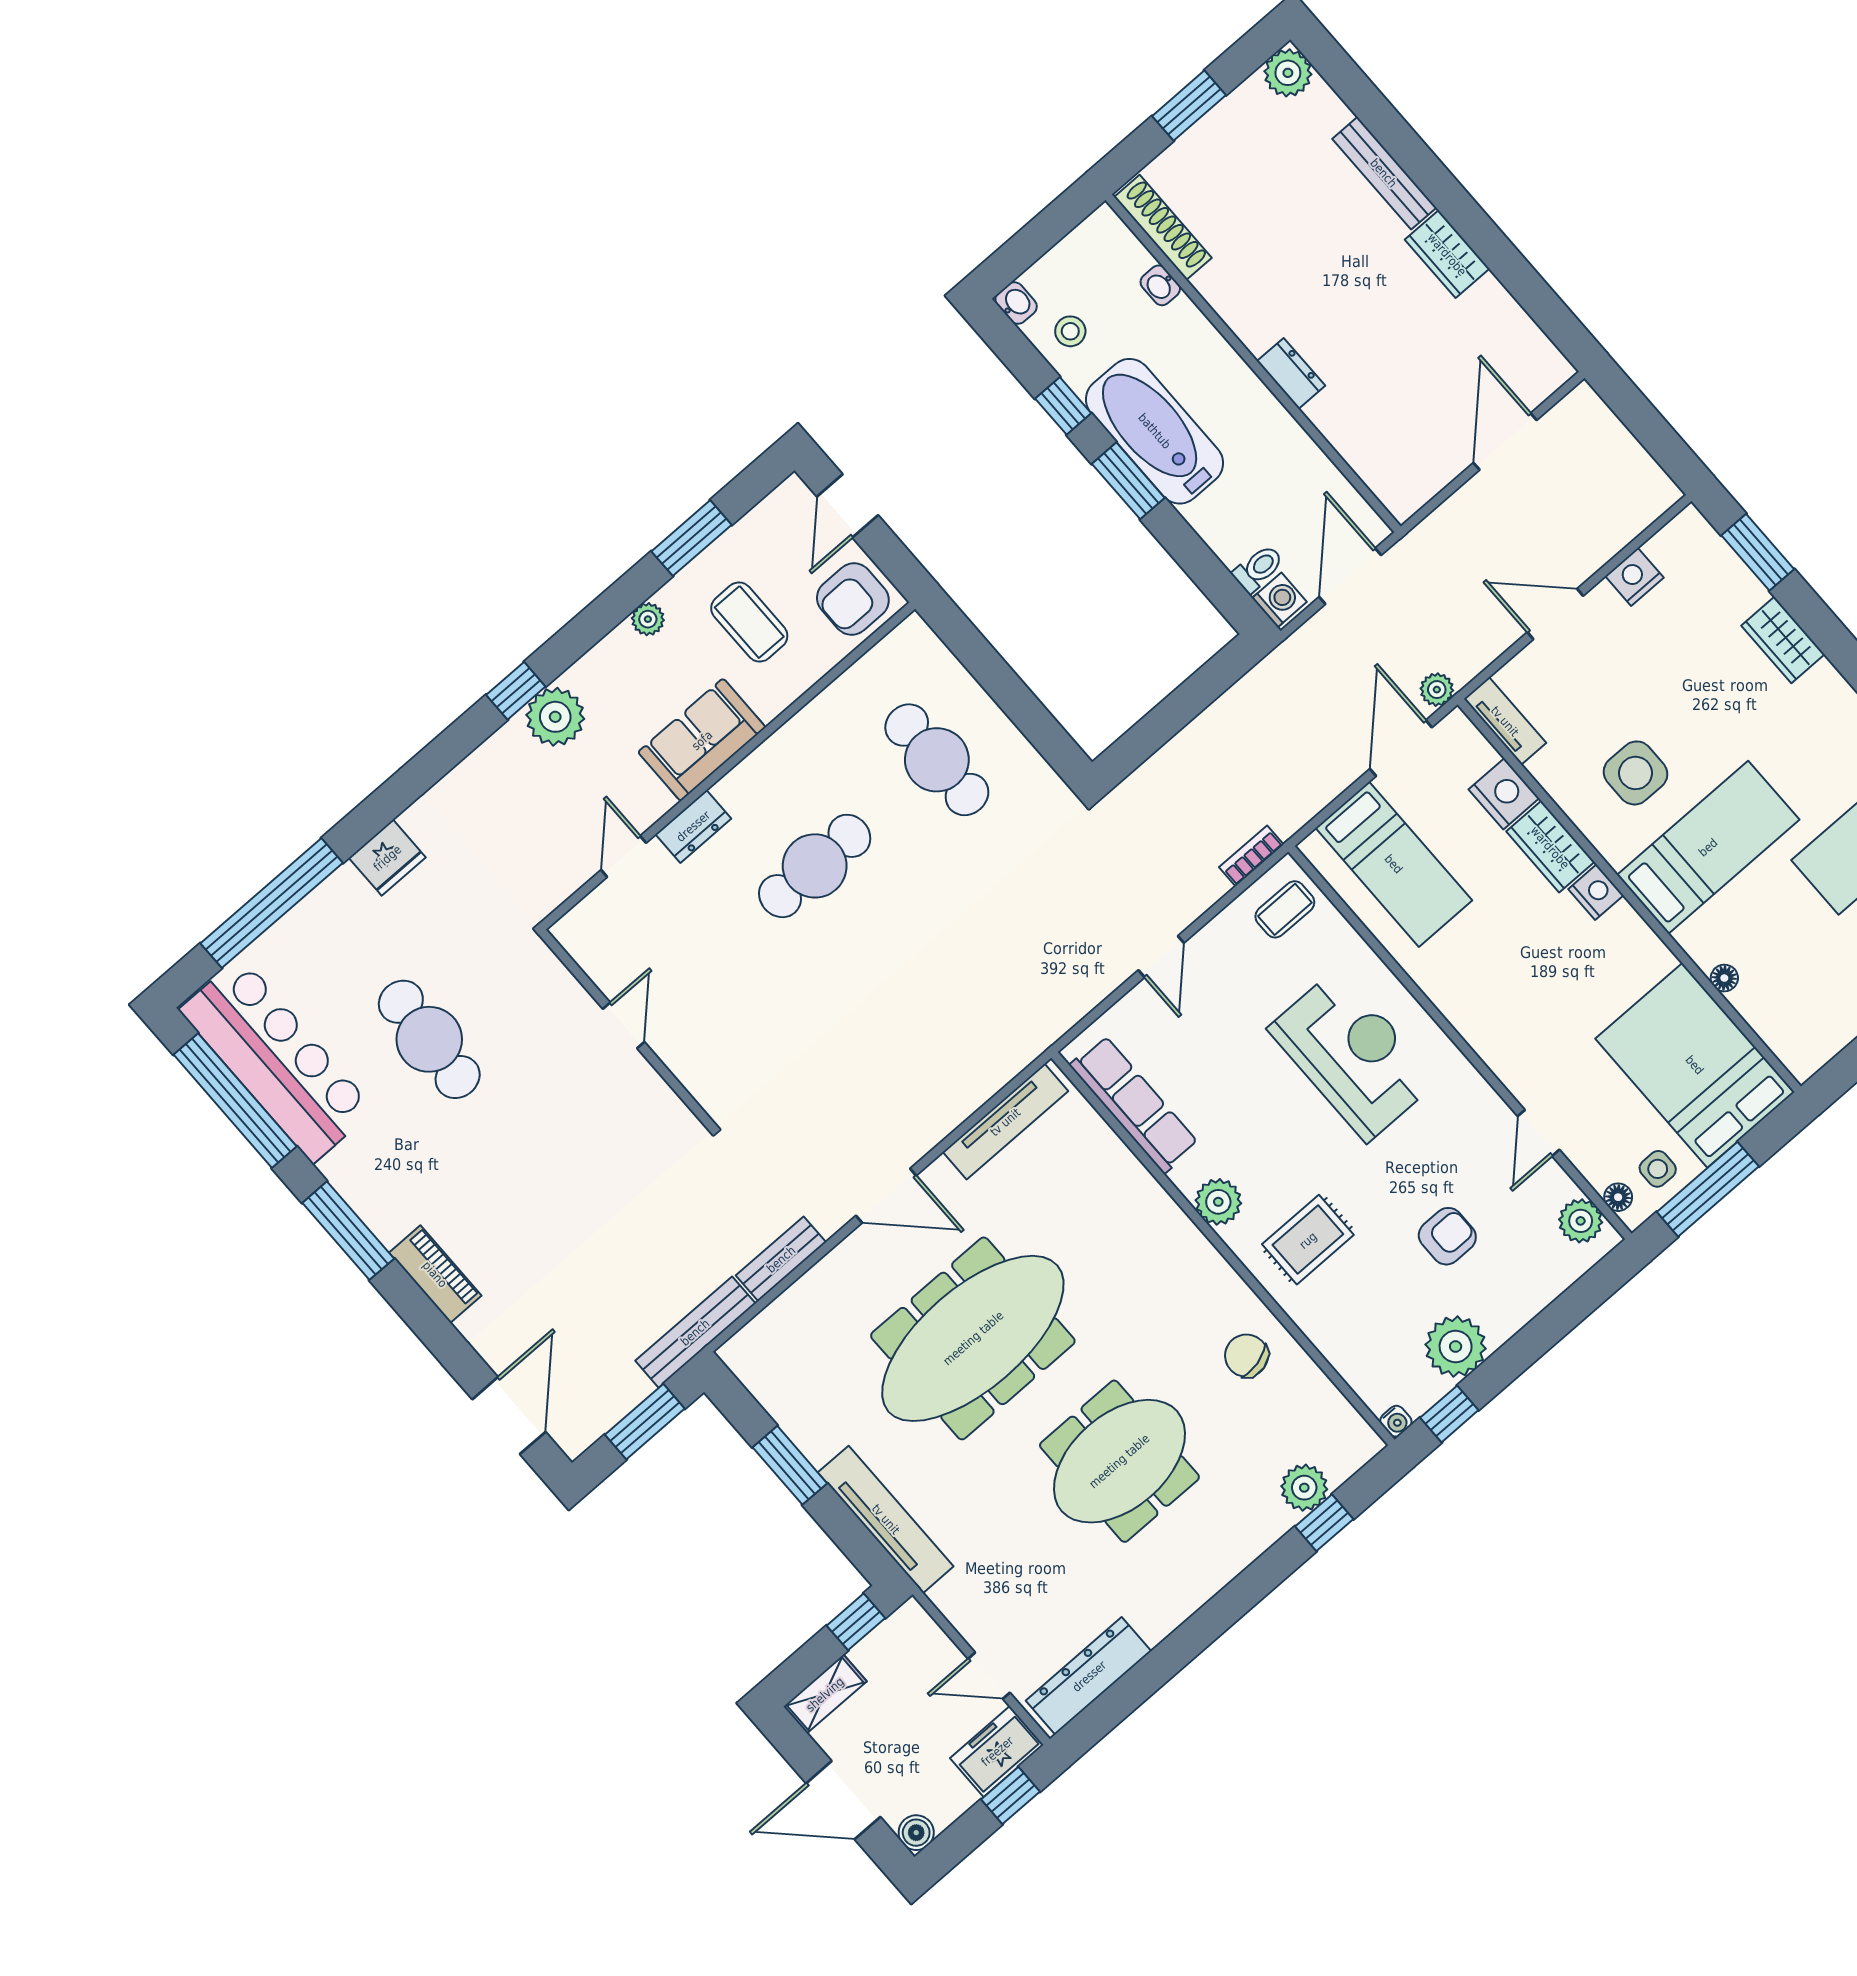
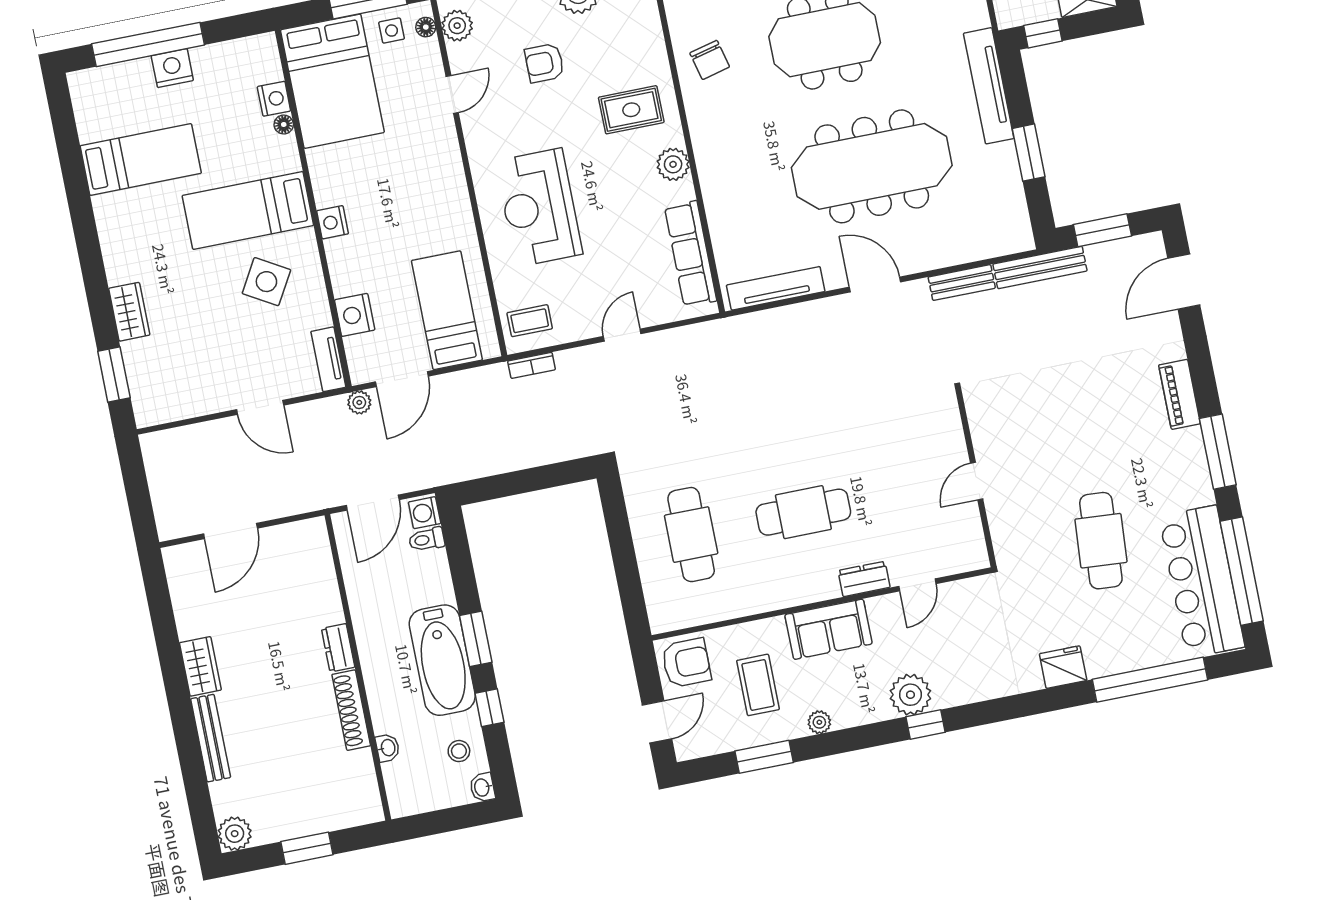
shoe rack: (1163, 227) -> (351, 710), moved
nightstand: (1634, 577) -> (274, 99), moved, turned -90
side table: (1636, 773) -> (266, 282), turned 30
wardrobe: (1550, 847) -> (345, 266), removed

